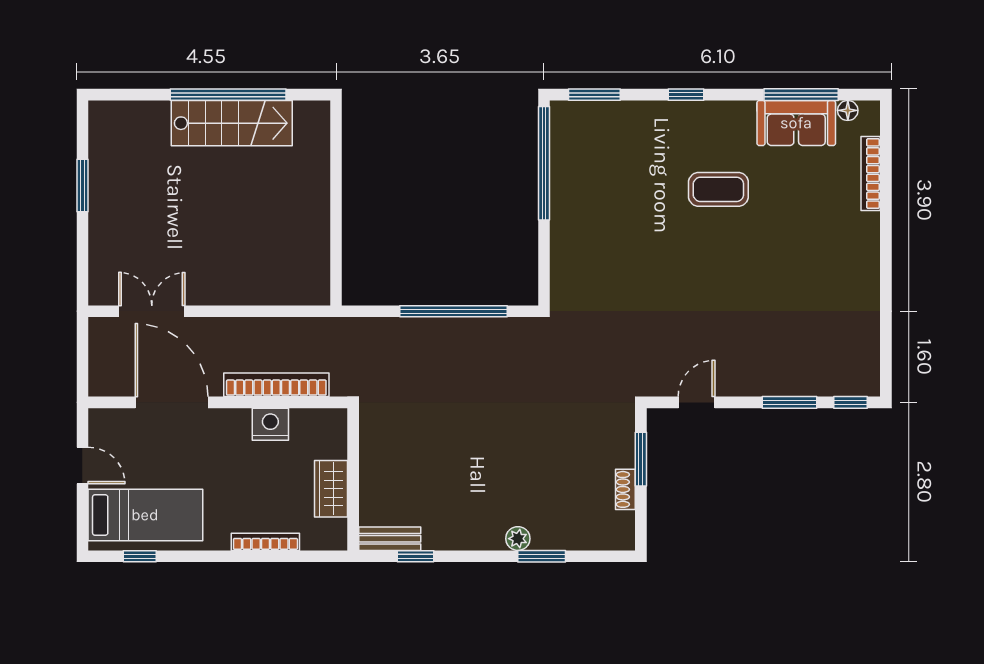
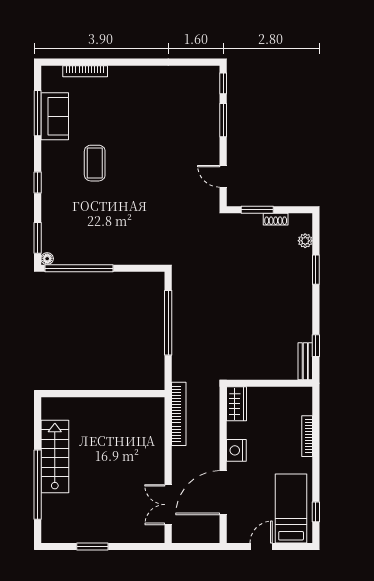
window: (228, 95) -> (38, 485), moved
floor lamp: (848, 110) -> (47, 259), moved
bookcase: (276, 385) -> (179, 414), moved, turned 180
nightstand: (270, 424) -> (236, 450), moved
wardrobe: (331, 489) -> (236, 404), moved, turned -90
plant: (518, 539) -> (305, 241), moved

